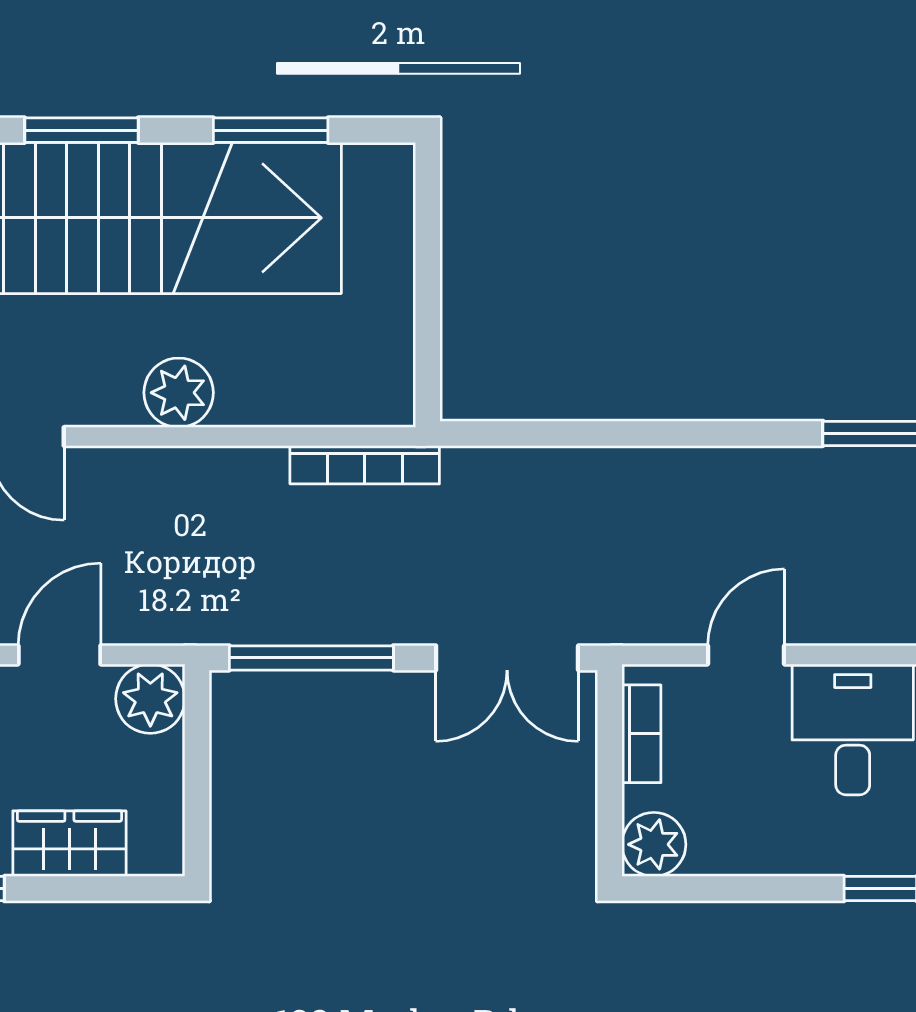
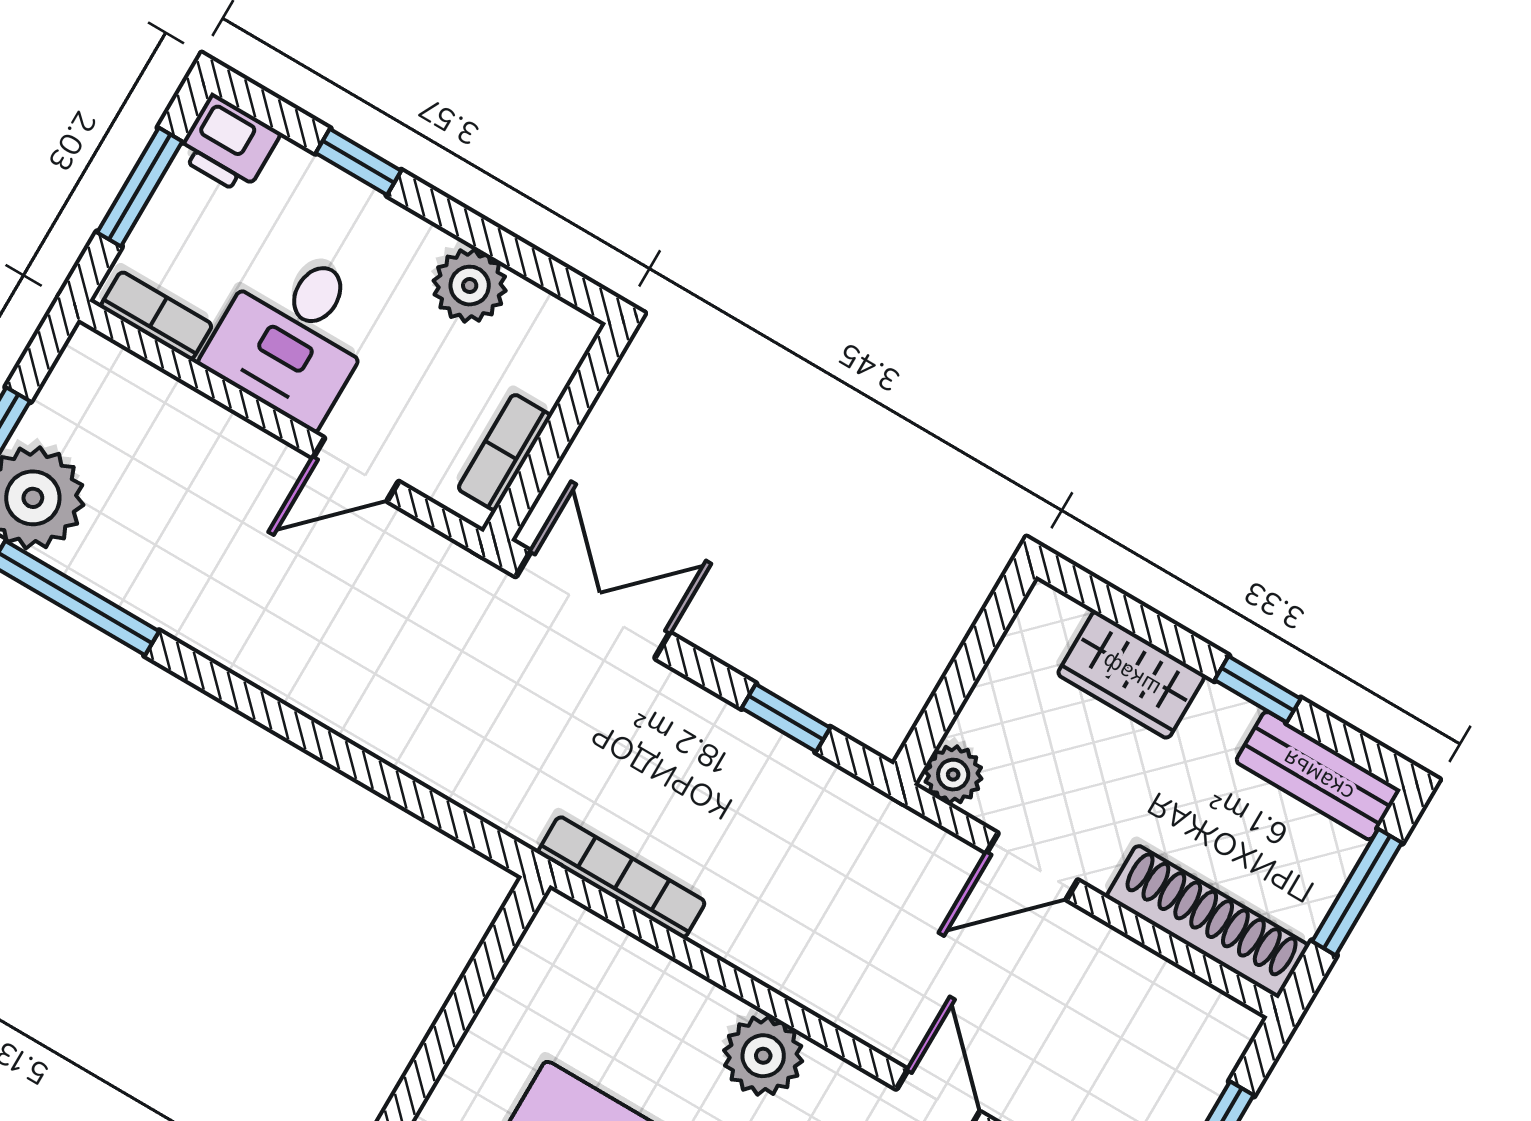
window: (311, 658) -> (786, 718), width x0.46
plant: (150, 699) -> (953, 775), width x0.73, depth x0.73
plant: (654, 844) -> (470, 286), moved

